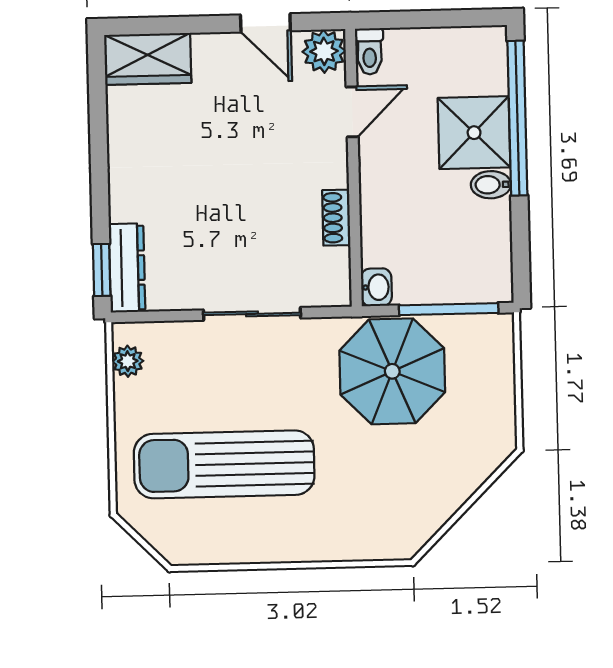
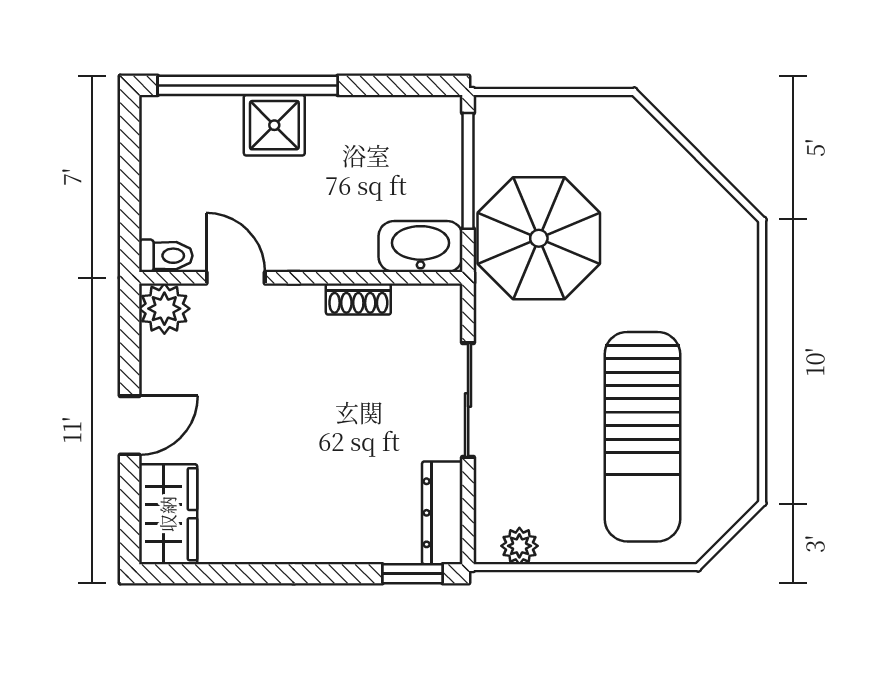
door: (265, 23) -> (130, 425), moved
shower: (474, 133) -> (274, 125), width x0.73, depth x0.73
bidet: (491, 185) -> (324, 118), removed
dresser: (127, 268) -> (442, 513), moved, turned -90
washbasin: (376, 287) -> (421, 246), width x1.91, depth x1.45

